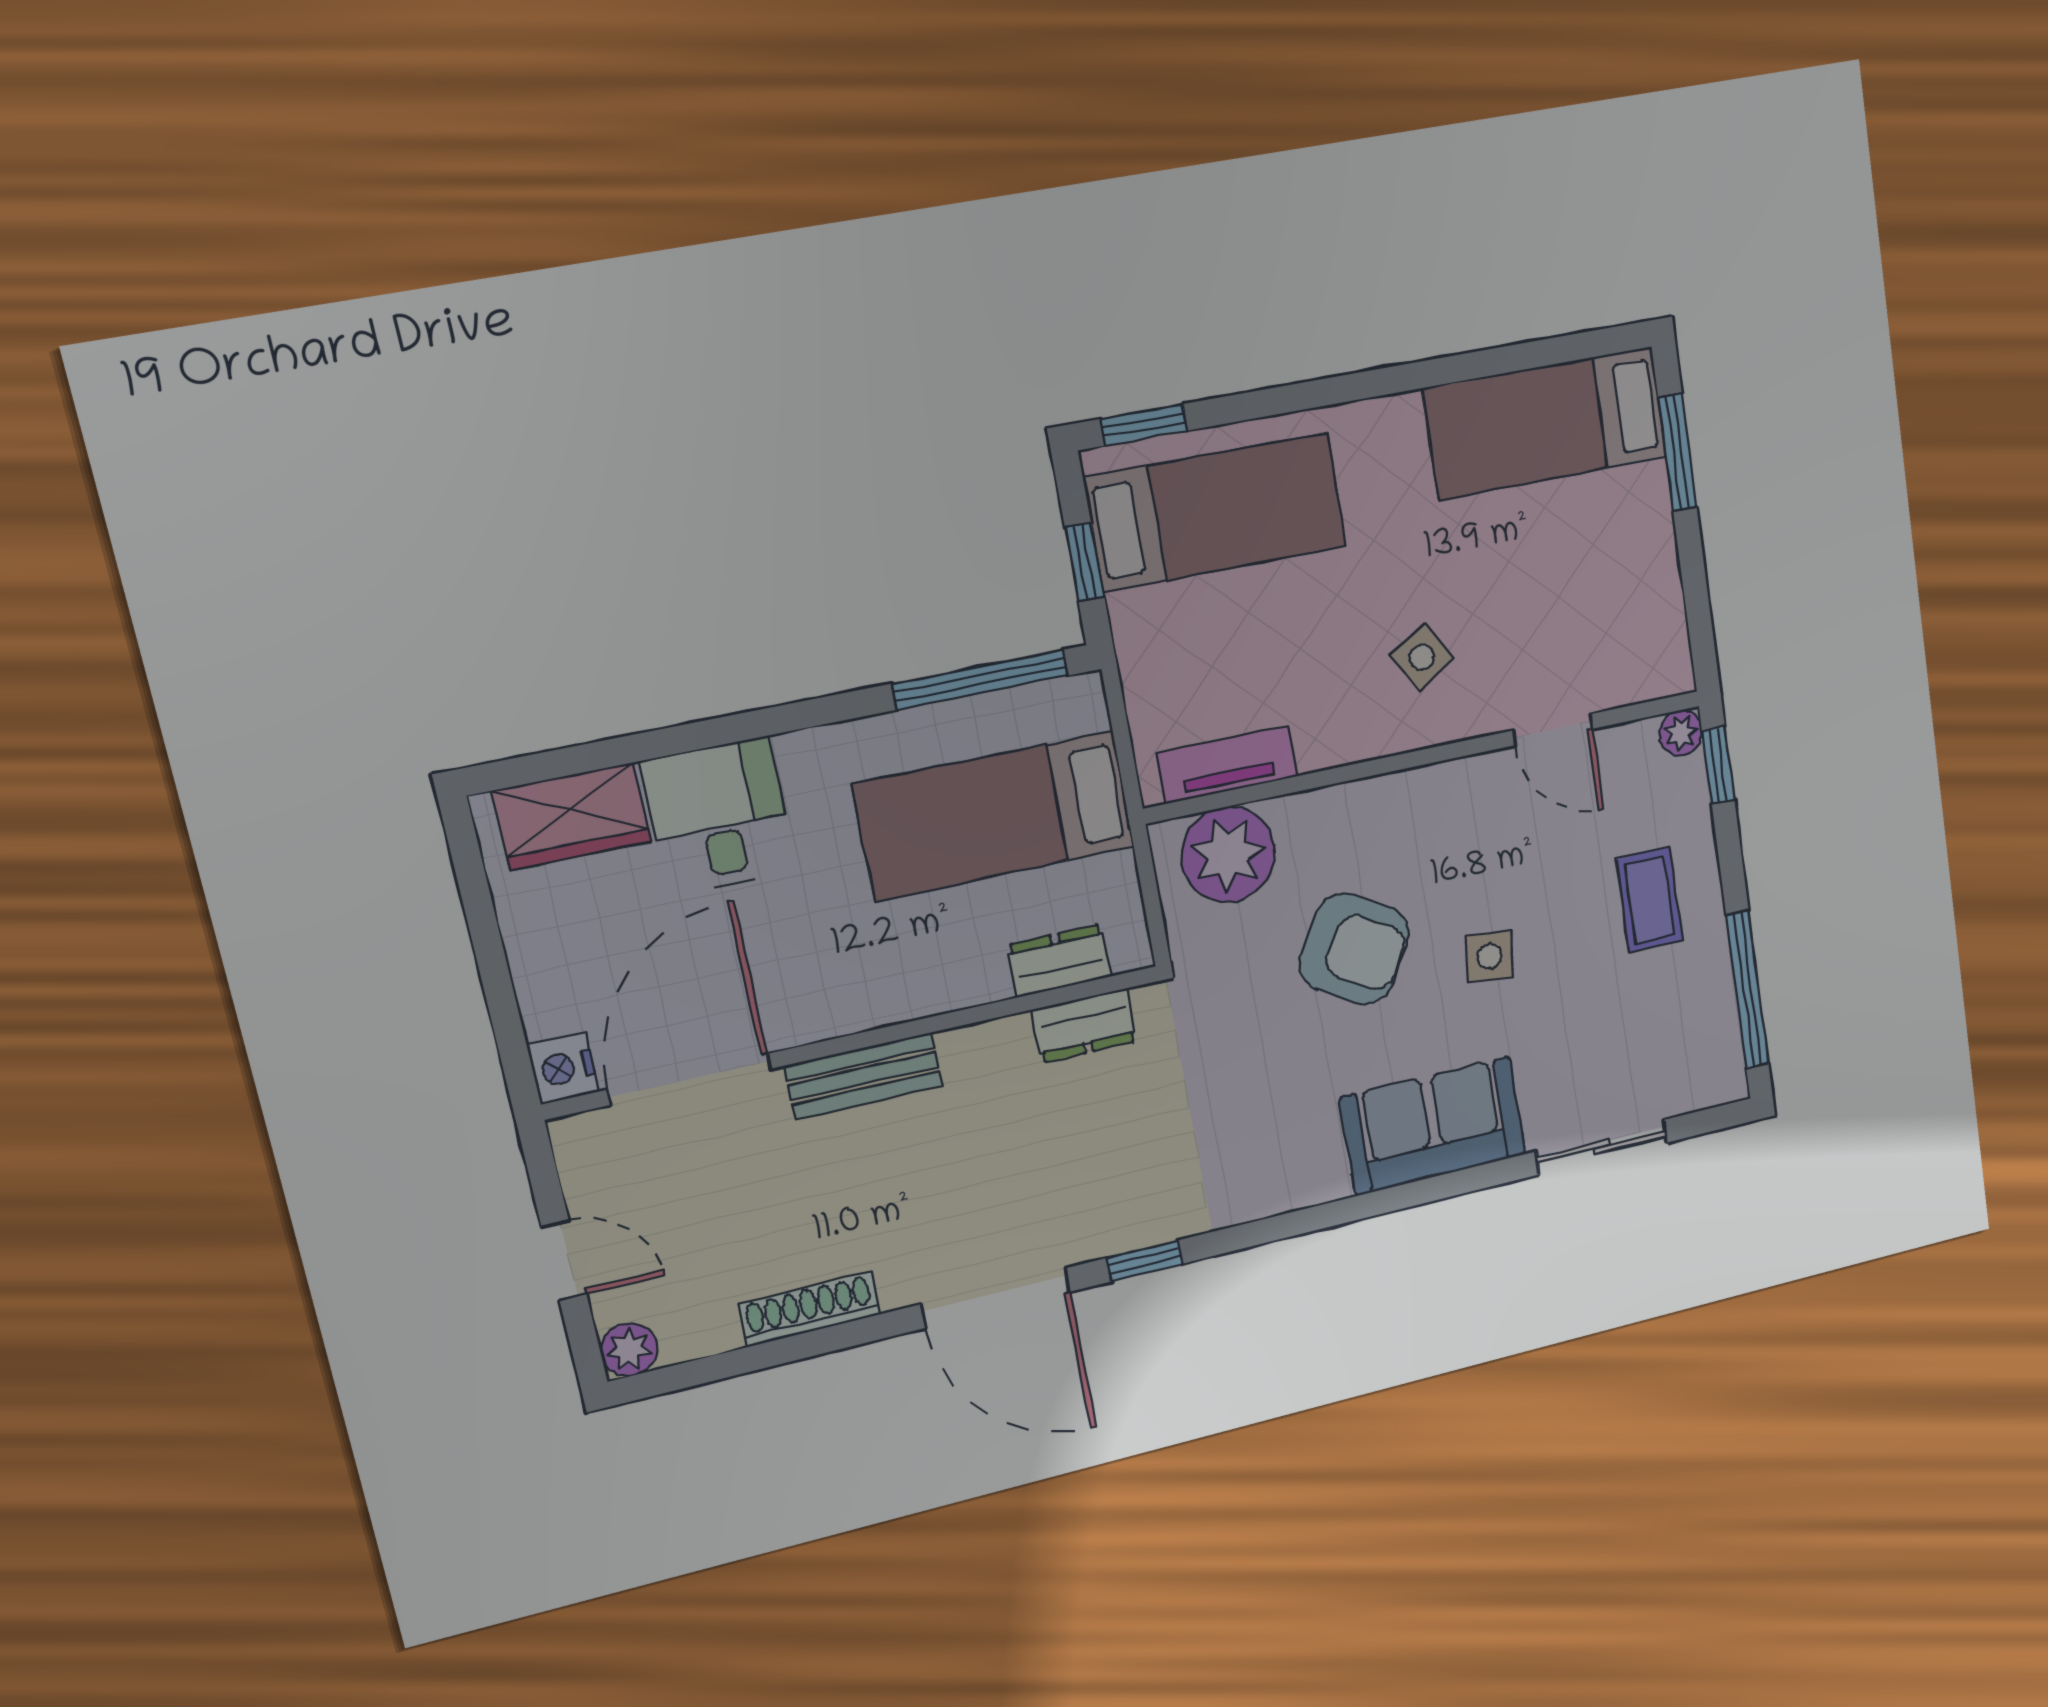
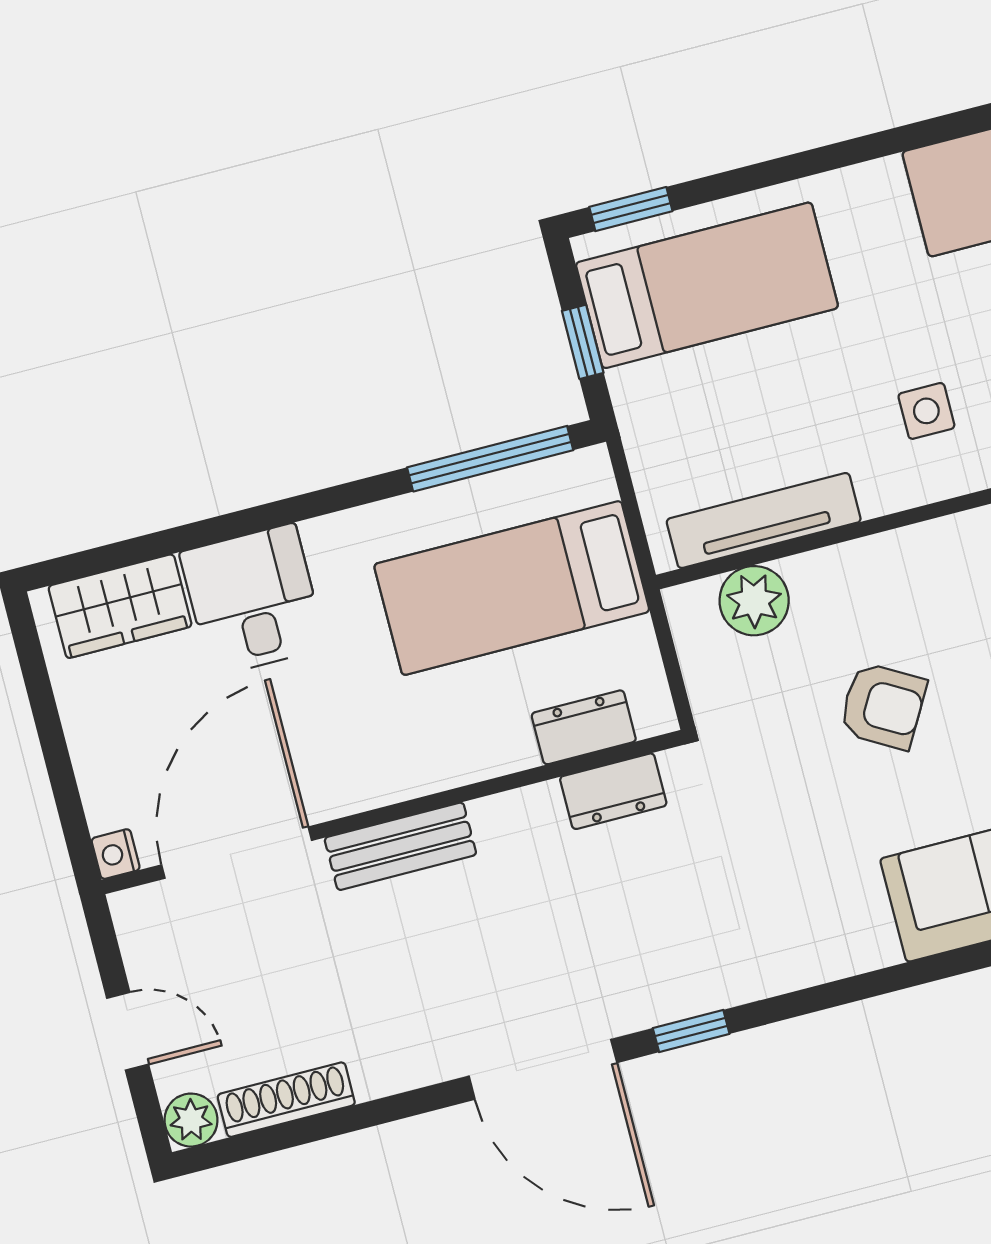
side table: (1422, 657) -> (926, 411), turned 31
tv unit: (1227, 765) -> (764, 520), width x1.41
plant: (1228, 855) -> (754, 601), width x0.73, depth x0.73
armchair: (1354, 949) -> (883, 706), width x0.72, depth x0.72
nightstand: (563, 1068) -> (116, 854), width x0.72, depth x0.74
shoe rack: (809, 1309) -> (286, 1100), moved

